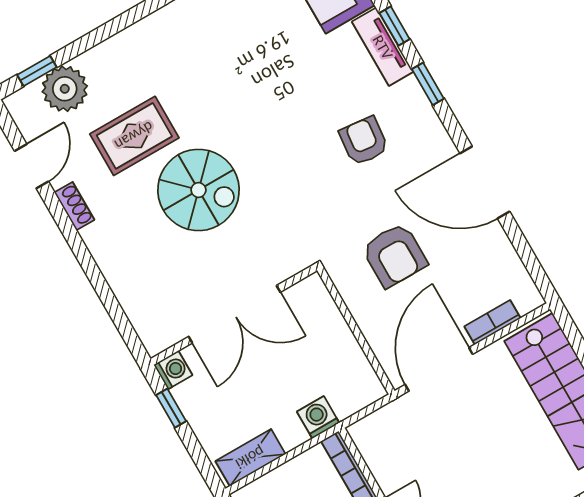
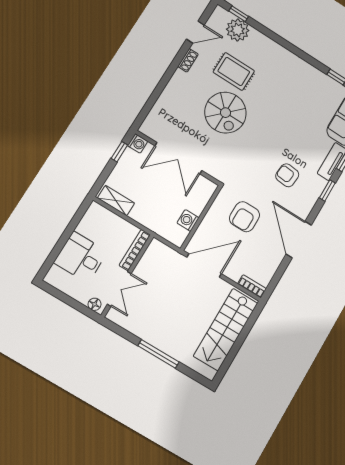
armchair: (364, 141) -> (287, 175), turned -91
bookcase: (493, 322) -> (252, 286), moved
washing machine: (318, 417) -> (188, 220), moved, turned -90

